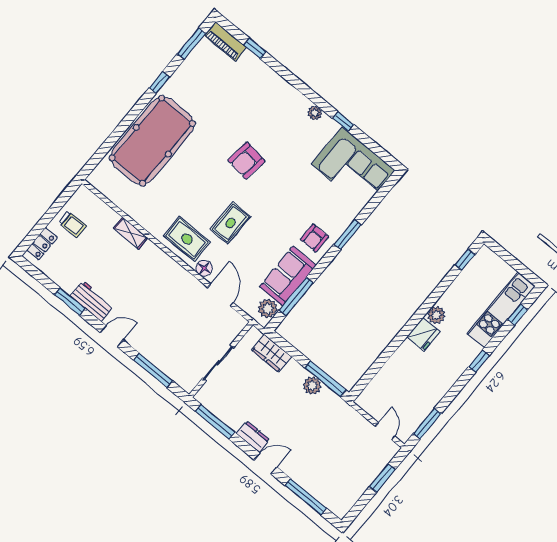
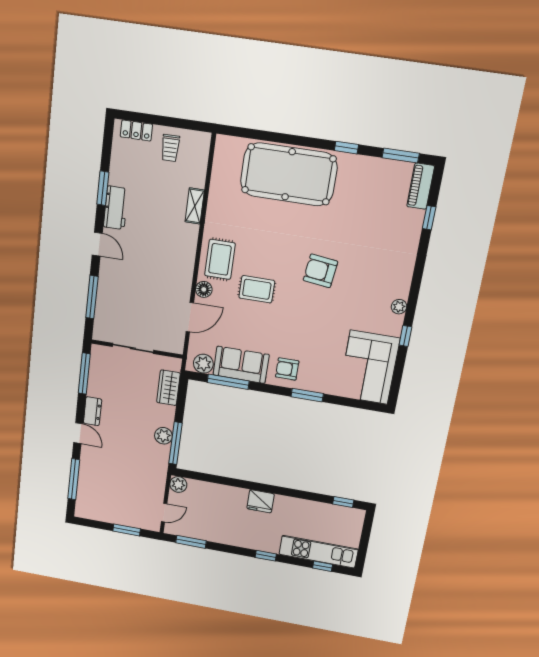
plant: (436, 315) -> (178, 484), moved

